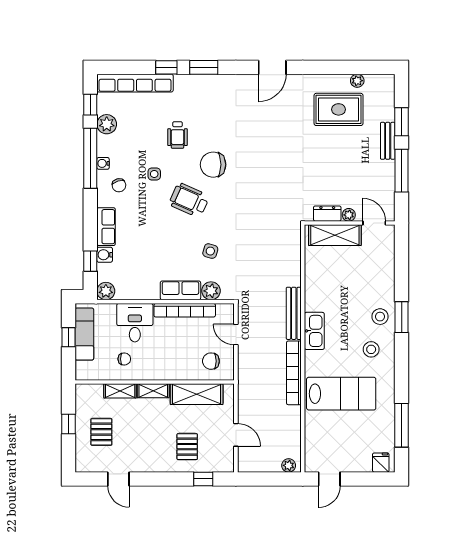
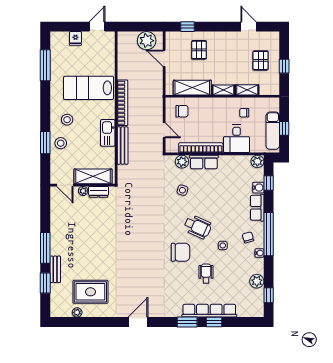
row of seats: (135, 83) -> (209, 311), moved
window: (90, 158) -> (269, 234), moved
dresser: (327, 214) -> (99, 192), moved
plant: (349, 215) -> (83, 191), moved
wall: (350, 223) -> (82, 185), moved
door: (374, 223) -> (65, 185), moved
shelving: (335, 235) -> (93, 176), moved
fridge: (381, 463) -> (75, 38), moved
plant: (289, 465) -> (147, 41), moved, width x1.87, depth x1.87

